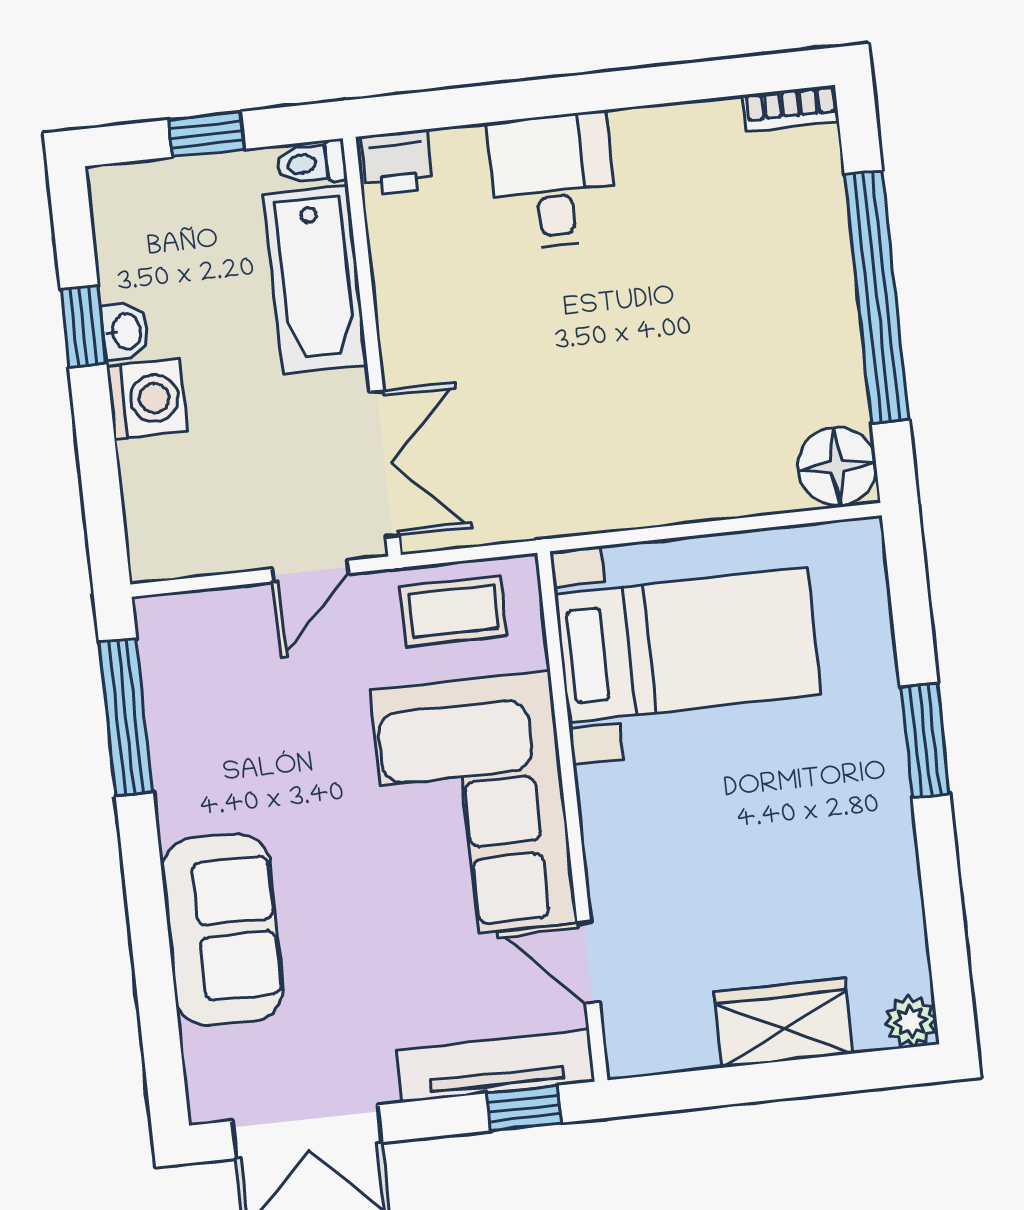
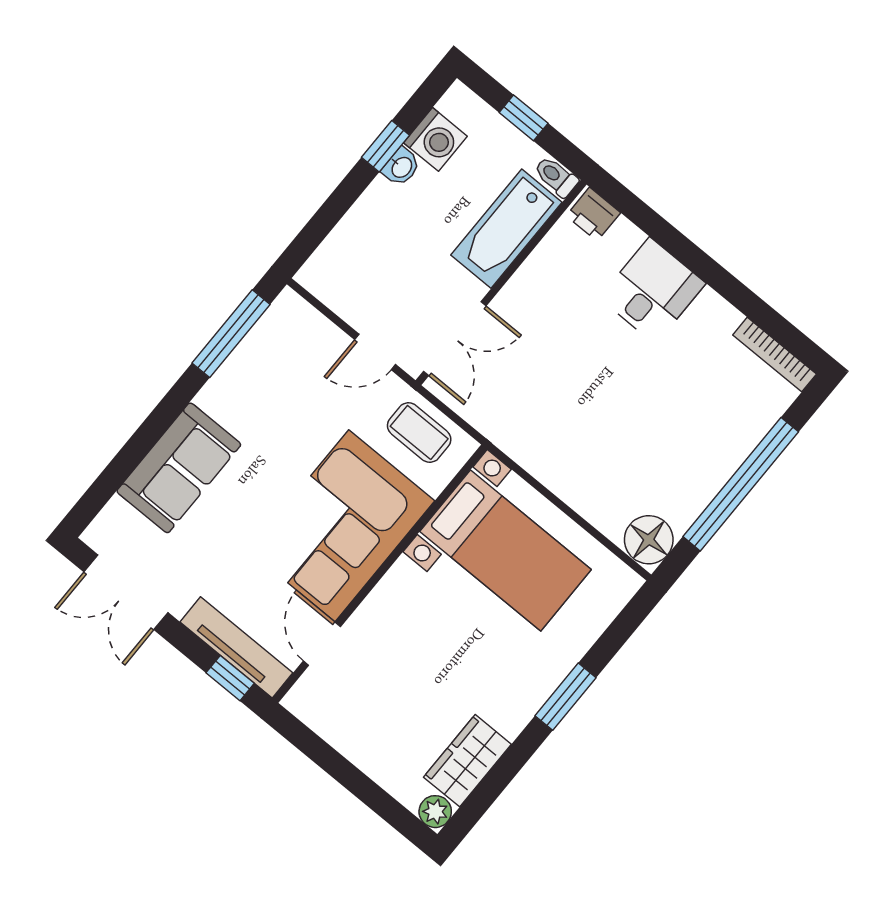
bookcase: (791, 108) -> (775, 355), width x1.56
washing machine: (147, 399) -> (435, 139), moved
wardrobe: (783, 1023) -> (467, 761), moved, turned -90

